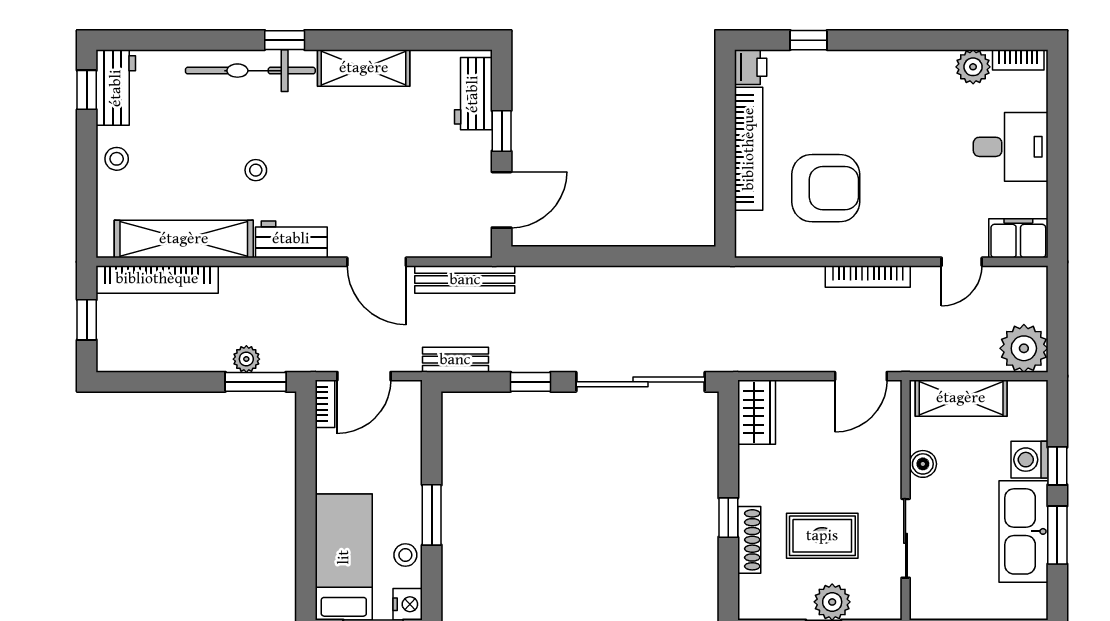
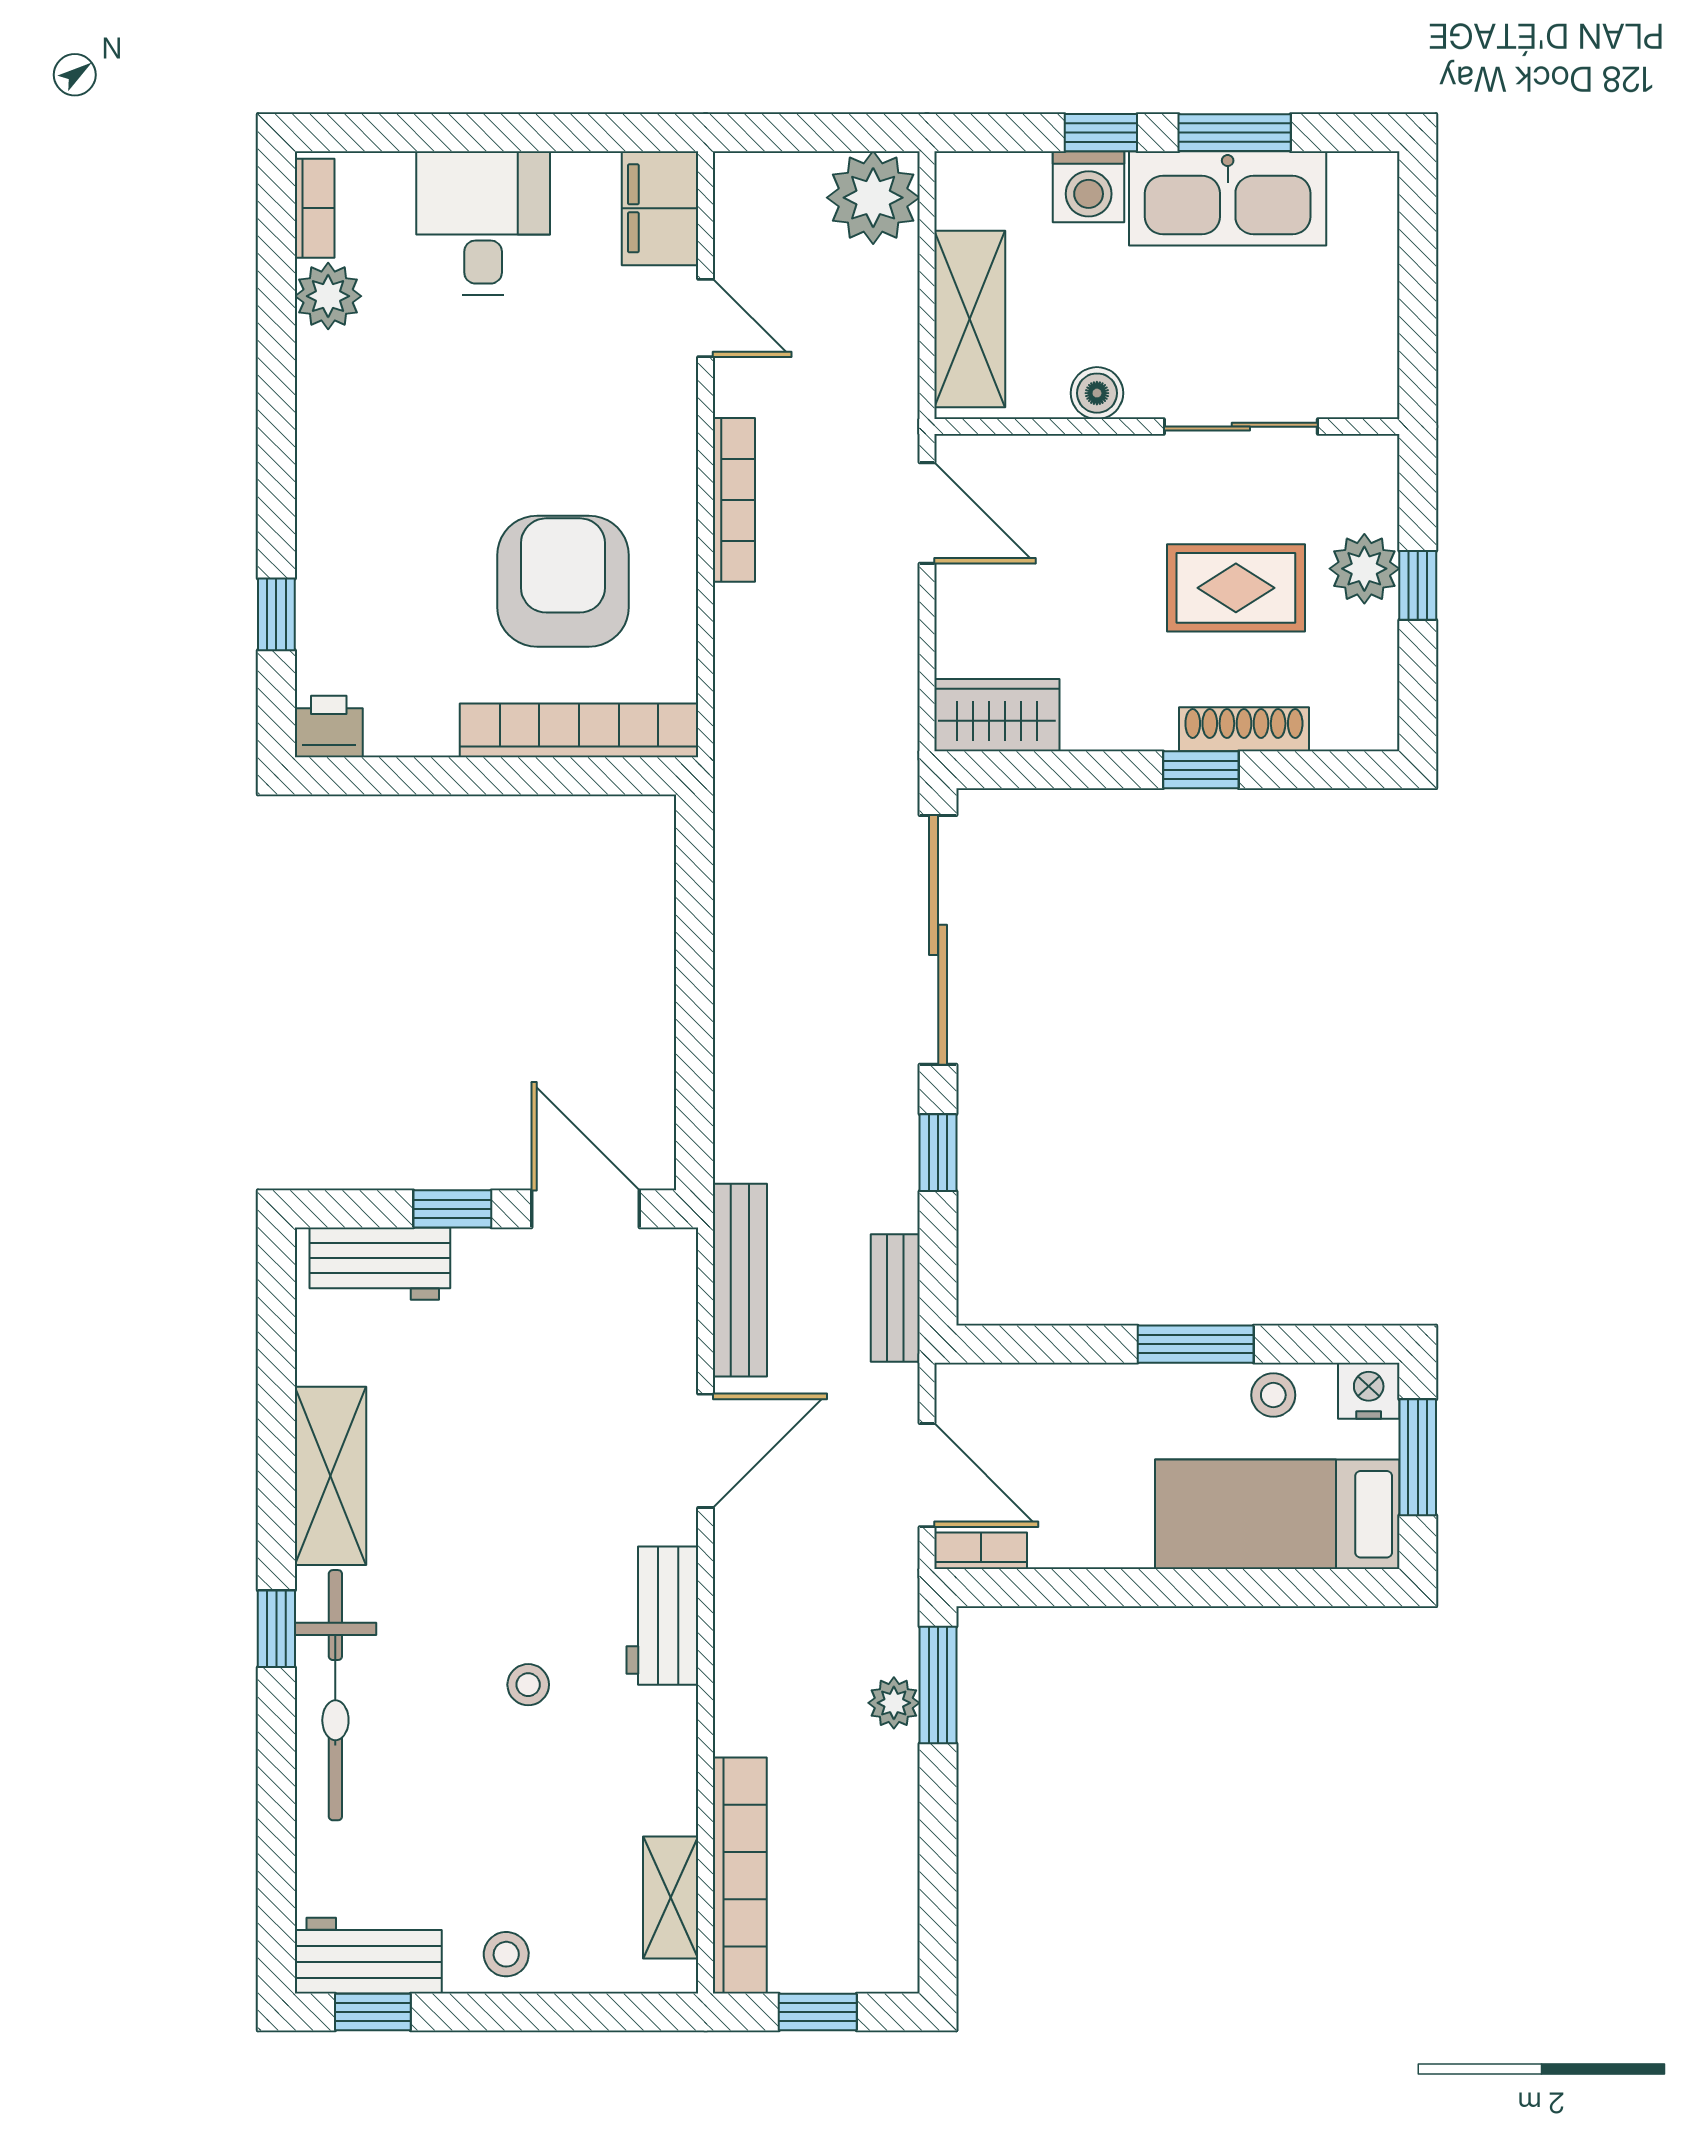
bookcase: (749, 149) -> (579, 730), moved
shelving: (184, 239) -> (671, 1897), width x0.45, depth x0.75
rug: (822, 536) -> (1236, 588), turned 90

